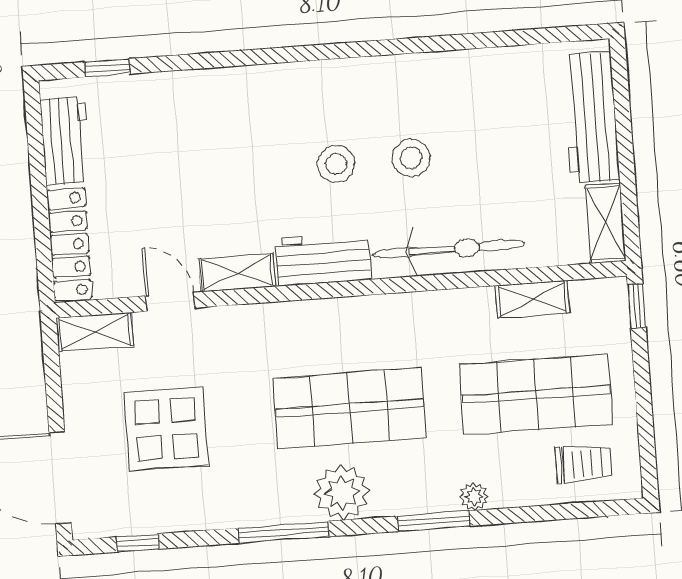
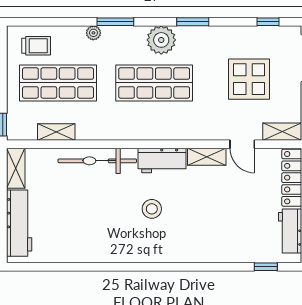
stool: (411, 158) -> (113, 209), removed
trolley: (583, 463) -> (36, 46), turned 180
window: (284, 532) -> (193, 22), width x0.69

